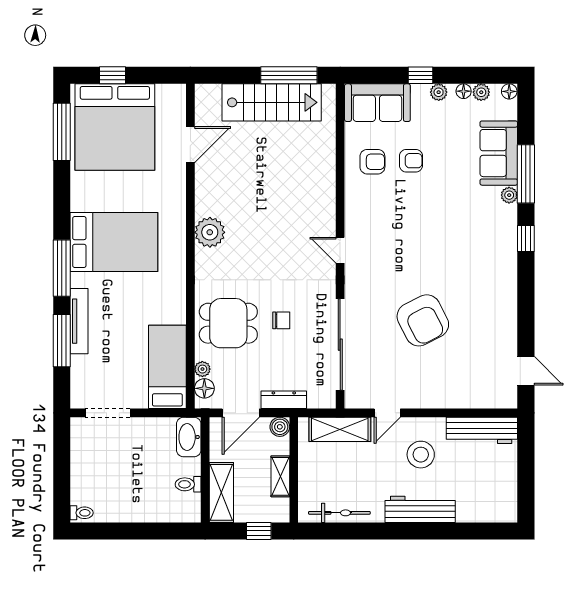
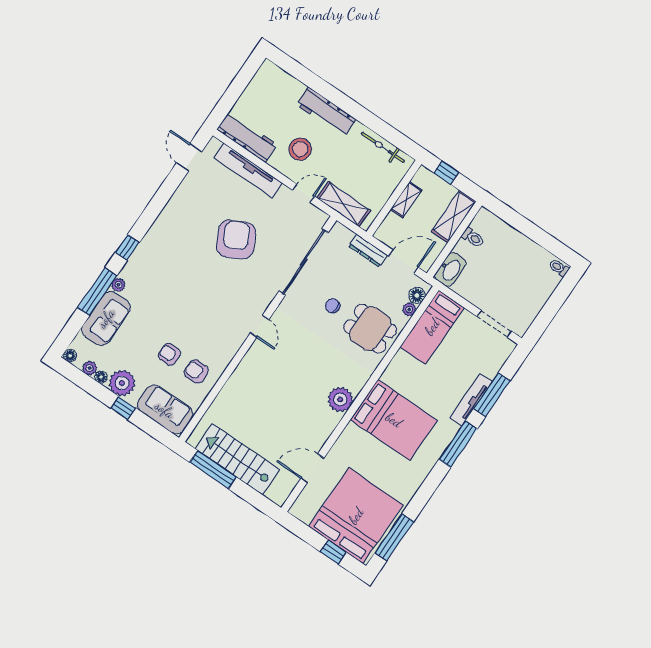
plant: (439, 92) -> (122, 383), width x1.88, depth x1.88
bed: (114, 242) -> (394, 420), moved, turned 180
tv unit: (458, 398) -> (248, 170), added
boiler: (280, 427) -> (383, 234), removed

